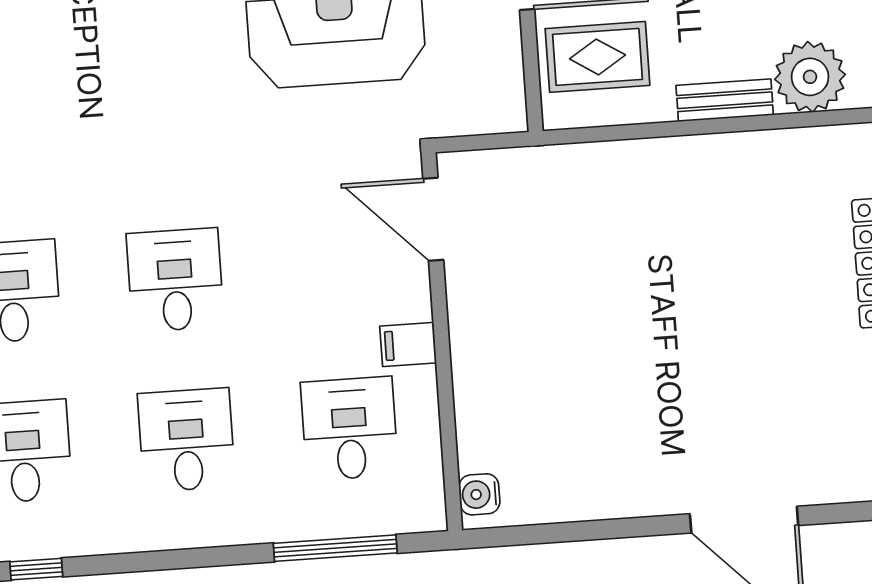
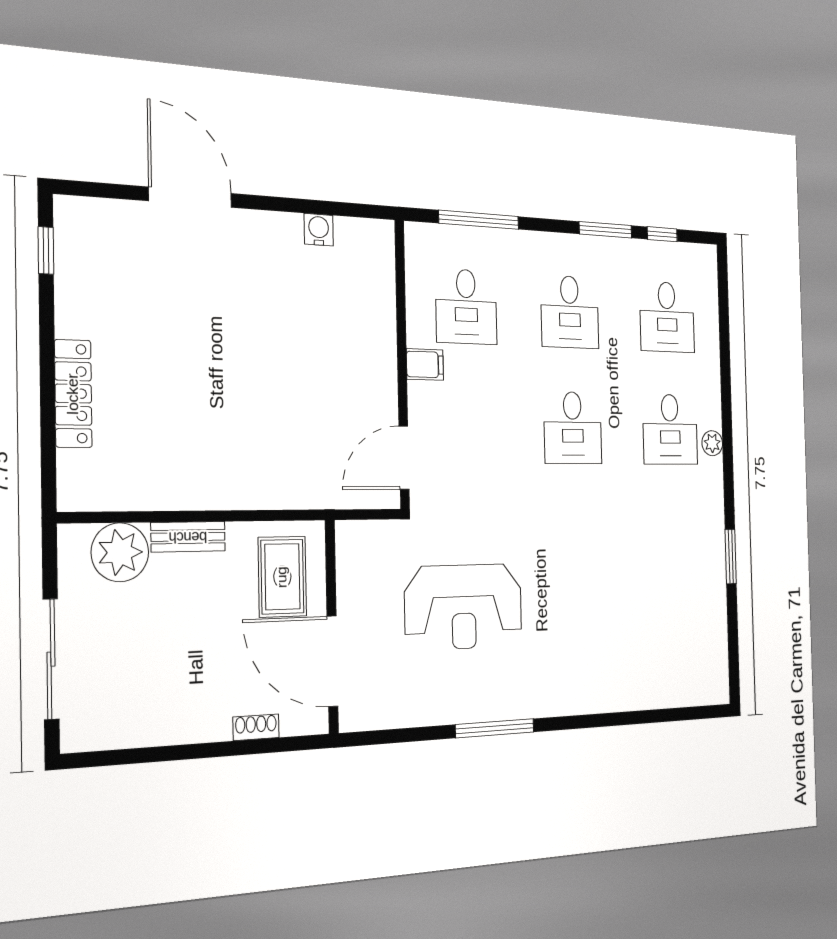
rug: (597, 57) -> (282, 577), turned 90
door: (433, 219) -> (404, 458), swing flipped
water cooler: (479, 494) -> (319, 230), moved, turned -90
window: (132, 562) -> (606, 230), added

